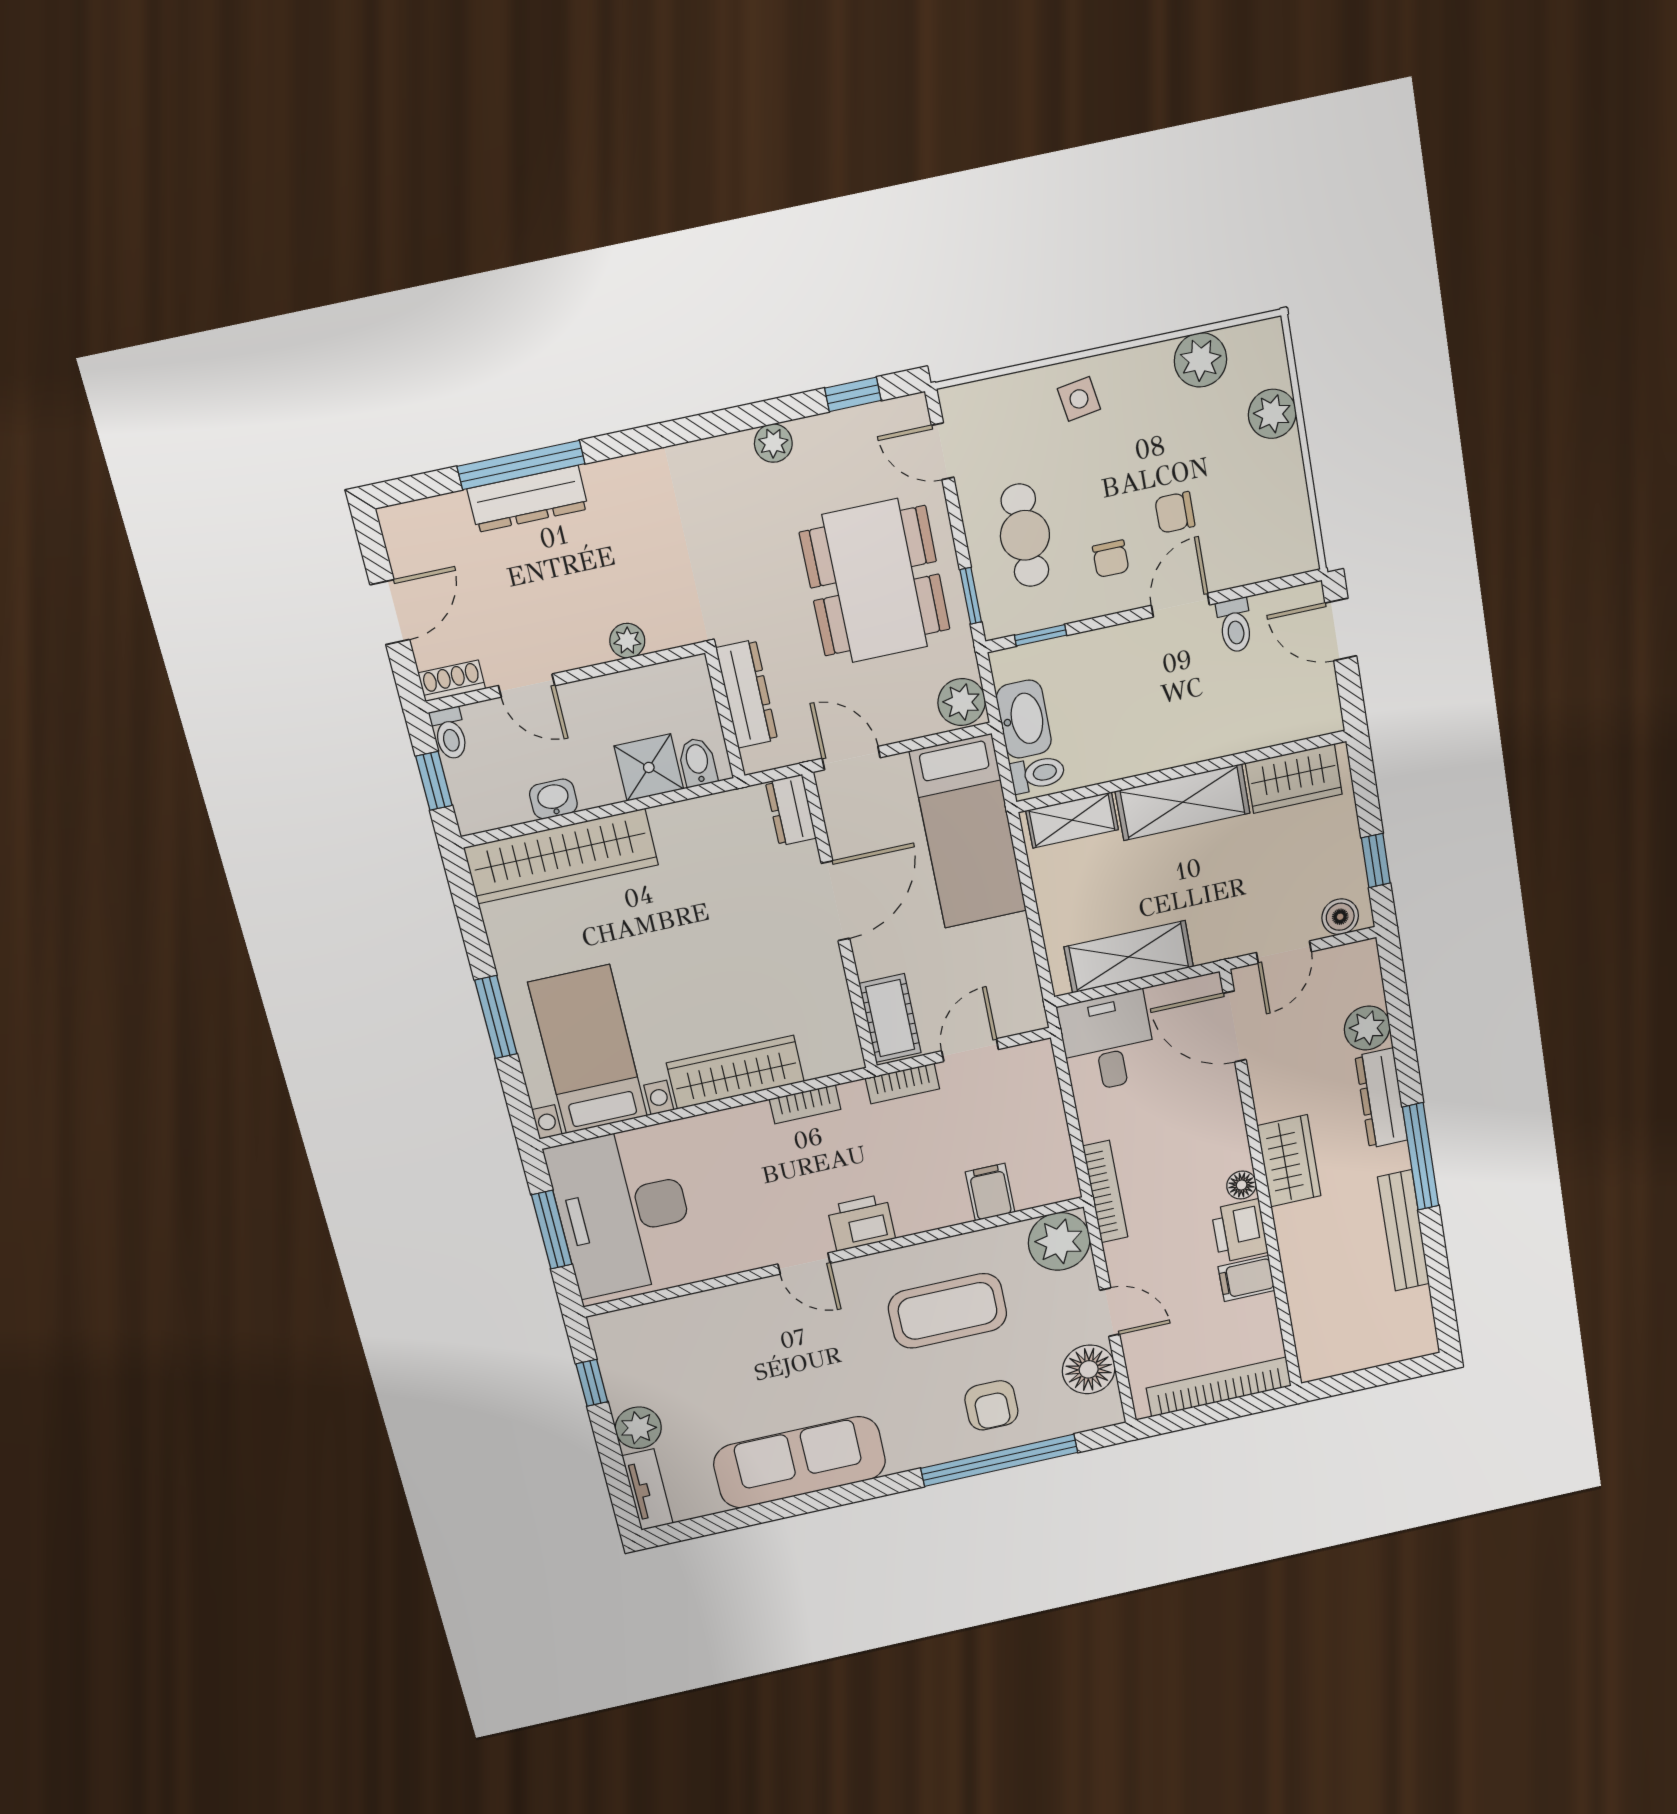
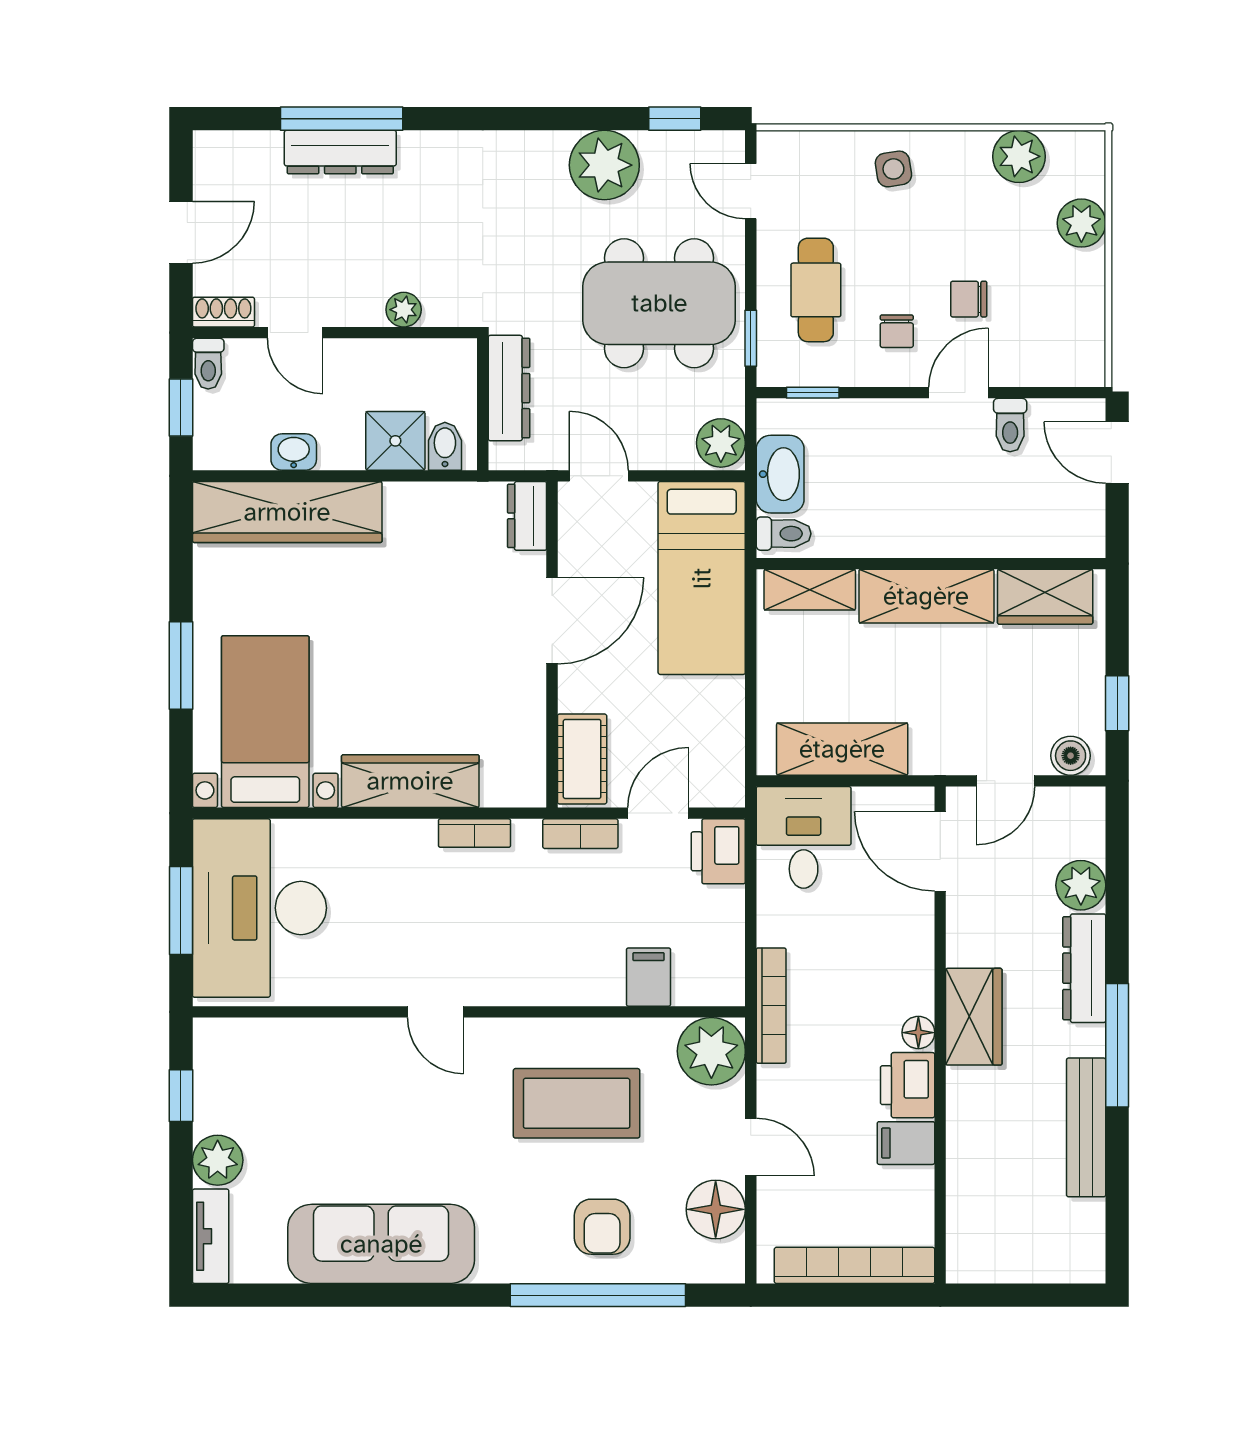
plant: (773, 443) -> (604, 165), width x1.88, depth x1.88
dining table: (875, 581) -> (659, 303), turned 90
printer: (861, 1222) -> (718, 851), moved, turned -90

